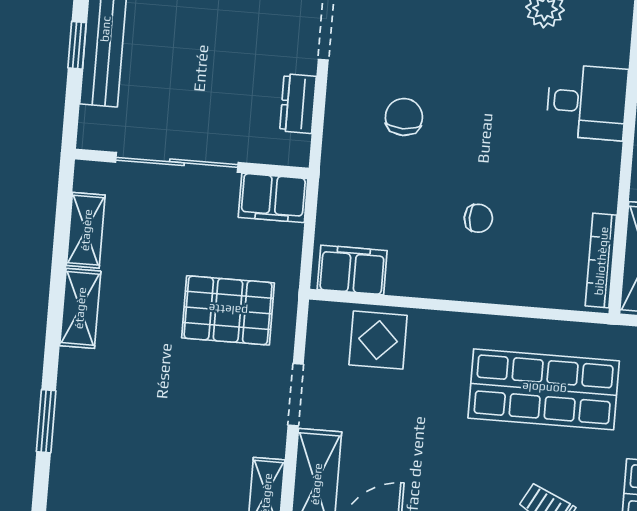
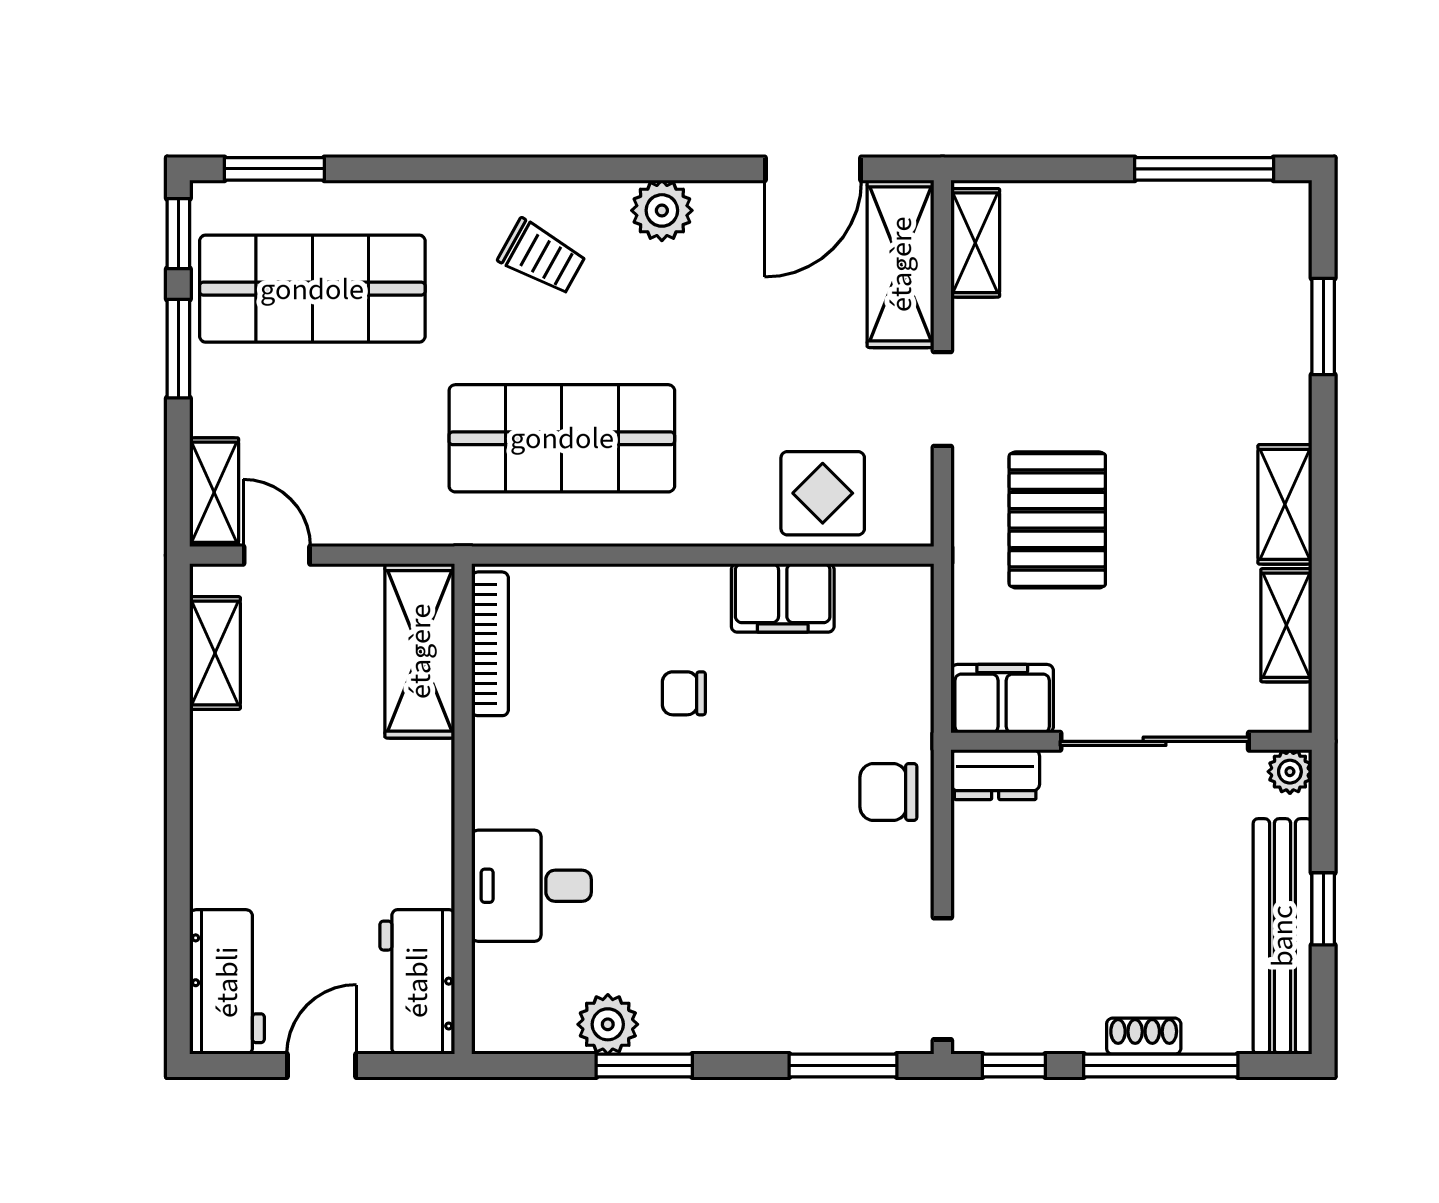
dresser: (298, 104) -> (995, 775), moved, turned 90
chair: (404, 117) -> (888, 792), moved, turned 90
plant: (91, 136) -> (1290, 772), added
filing cabinet: (352, 270) -> (783, 598), moved
pallet: (228, 310) -> (1057, 520), turned 90

